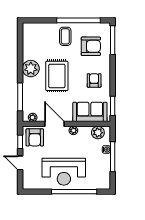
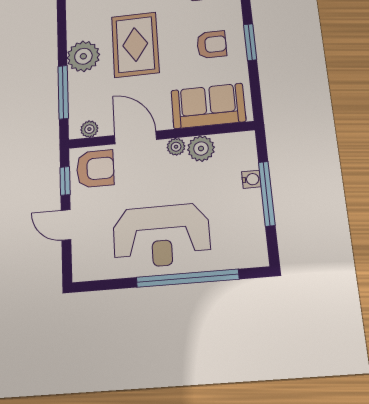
plant: (31, 69) -> (83, 56), moved
armchair: (94, 80) -> (212, 45), turned 90
window: (113, 106) -> (250, 42), moved
plant: (98, 133) -> (201, 148), moved
armchair: (35, 137) -> (95, 169), turned -90

